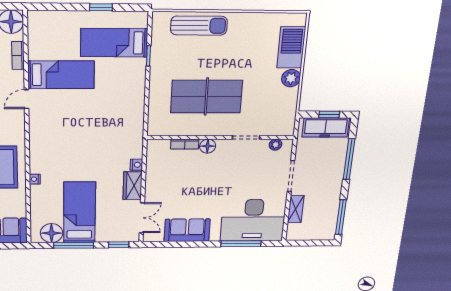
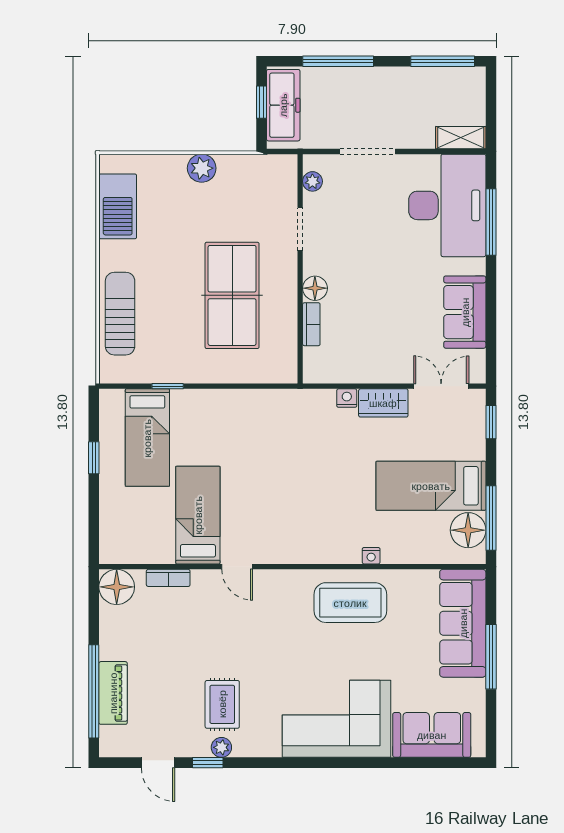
barbecue: (291, 48) -> (118, 206), moved, turned -90
shelving: (296, 209) -> (461, 138), moved
window: (74, 245) -> (491, 518), moved

